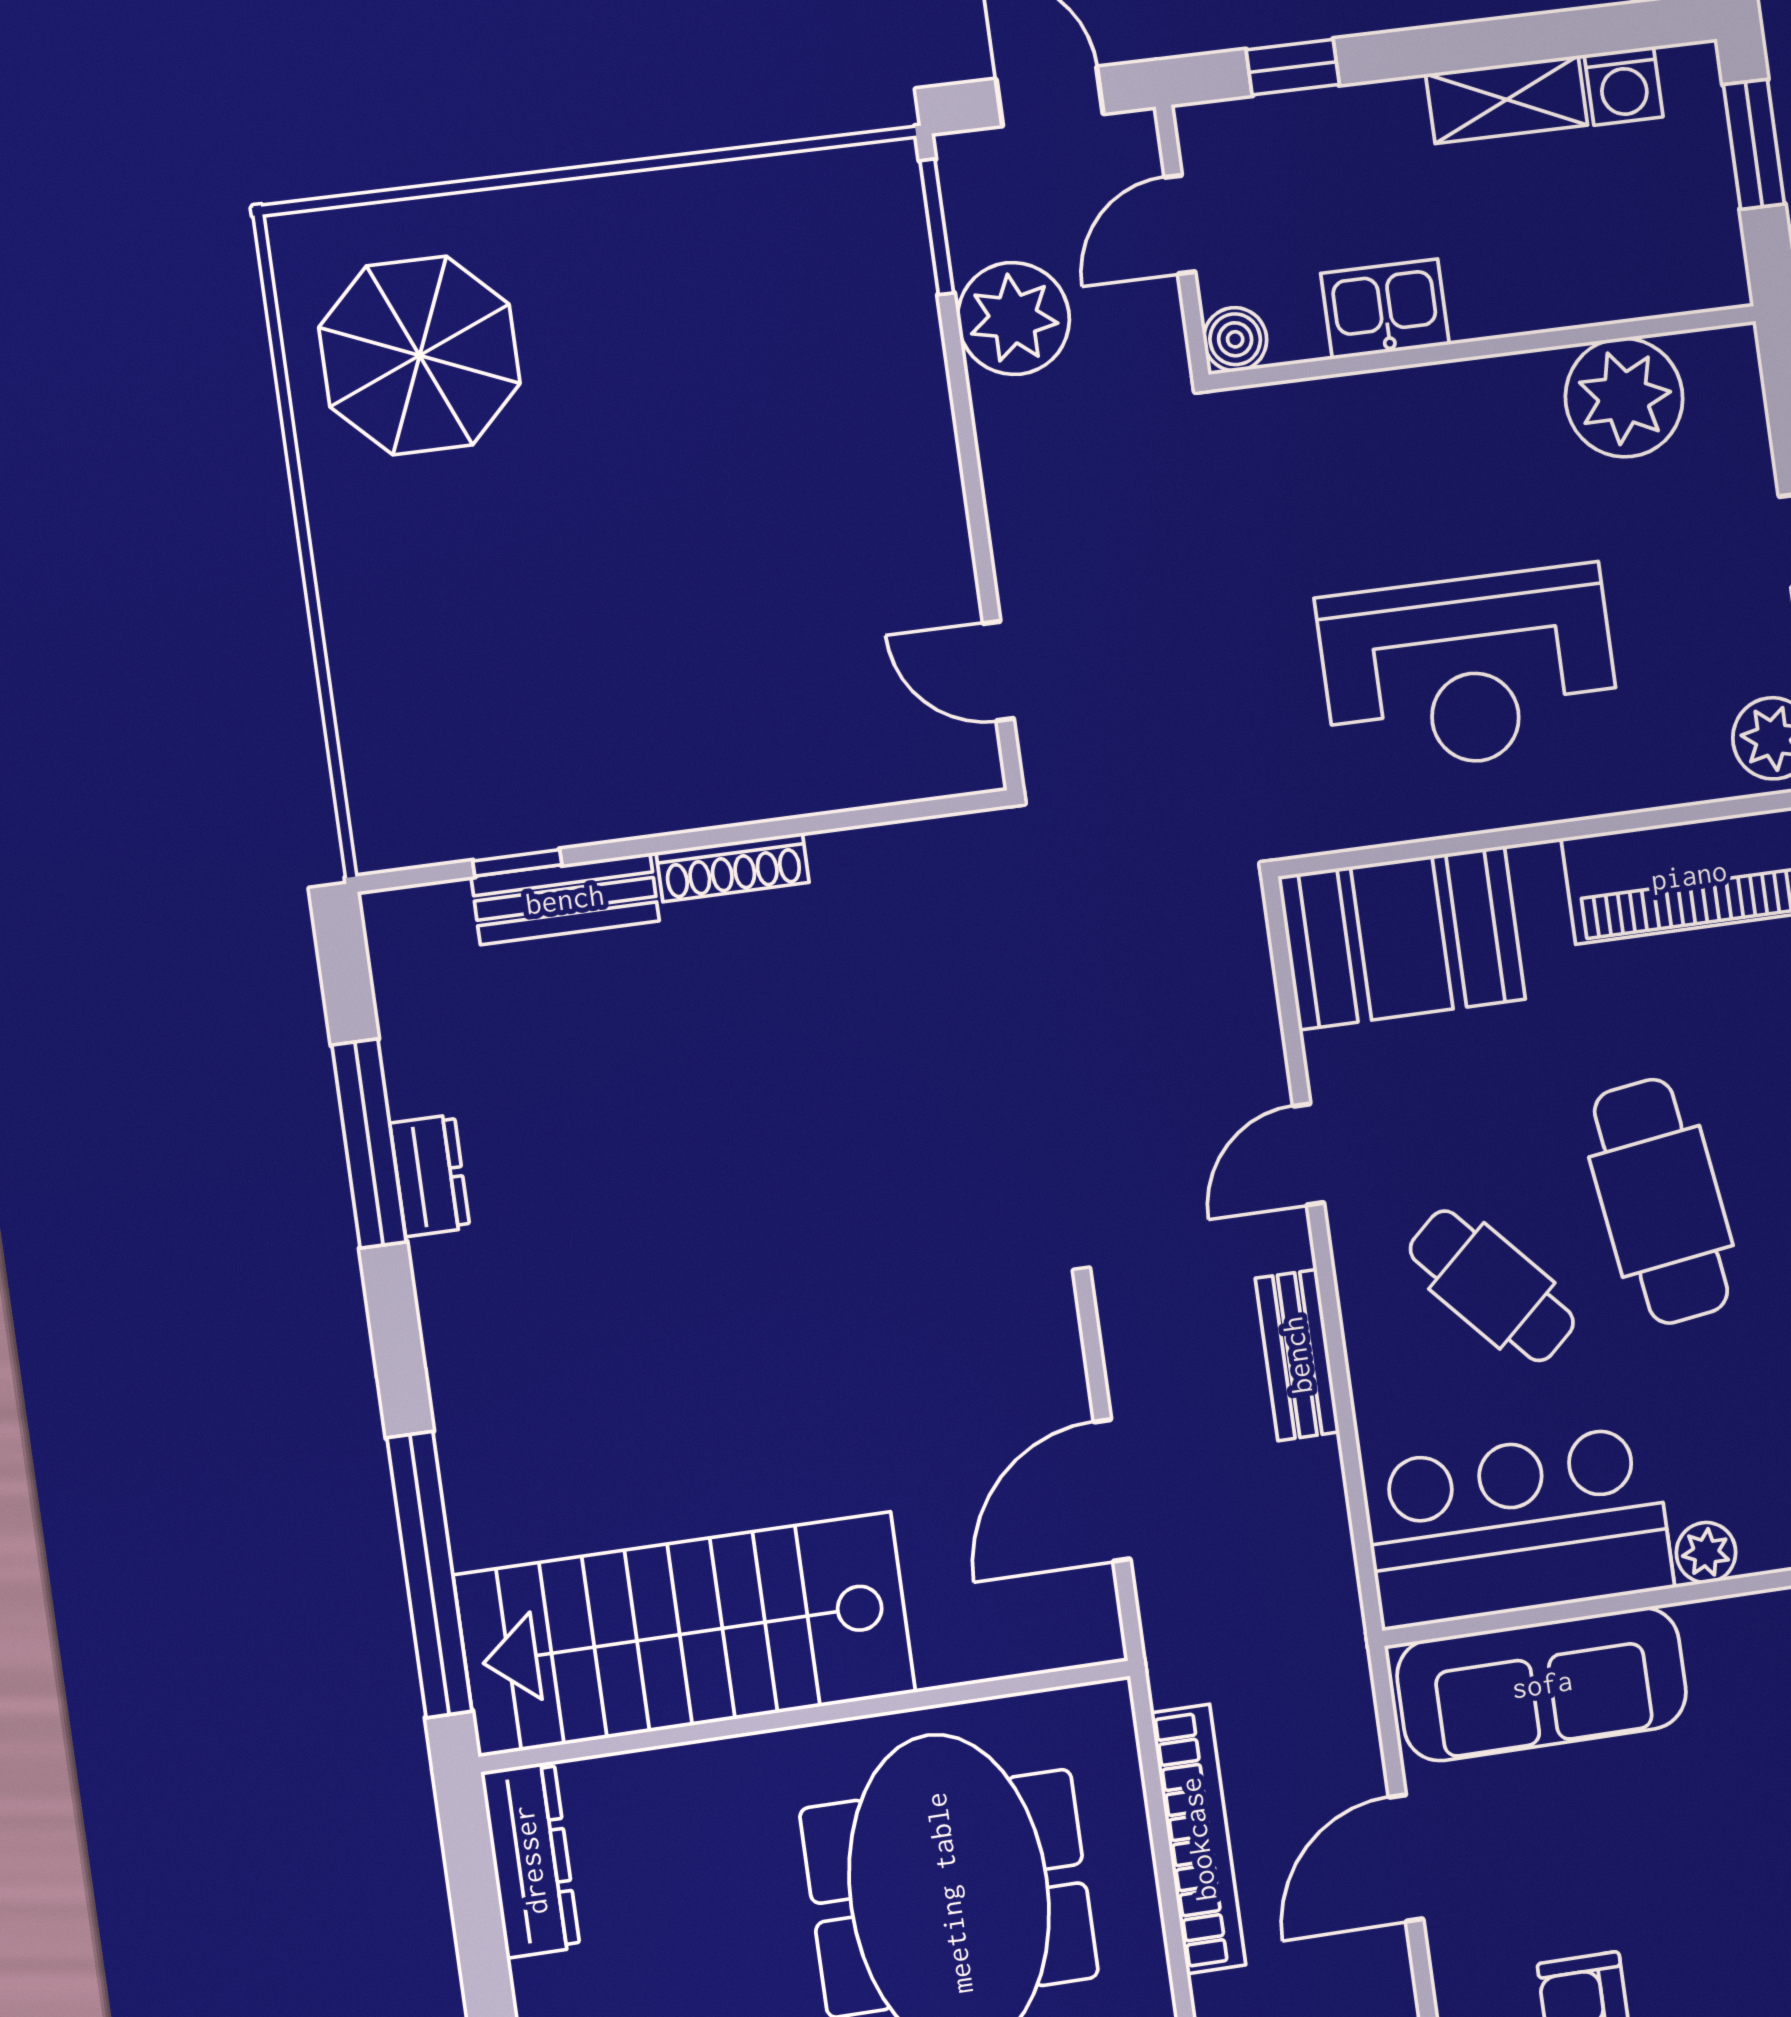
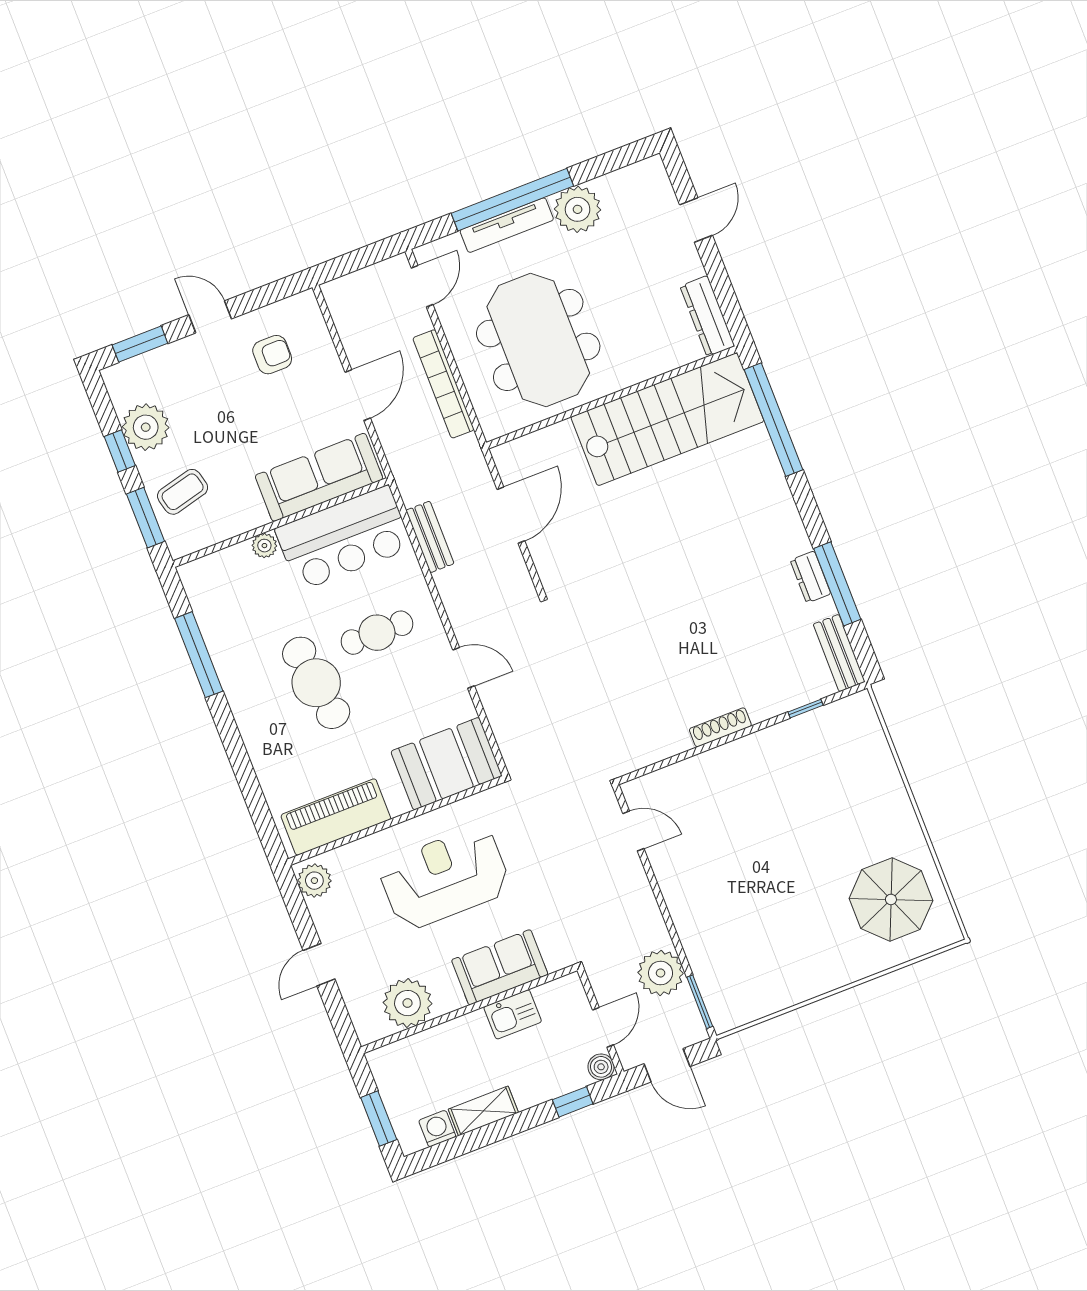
boiler: (1235, 339) -> (601, 1067), moved
sofa: (1389, 427) -> (500, 967), added
bench: (565, 899) -> (839, 653), moved, turned 90
door: (1309, 1154) -> (464, 668), hinge flipped
cafe table: (1492, 1286) -> (377, 633), turned -48
bench: (1297, 1355) -> (430, 537), moved

